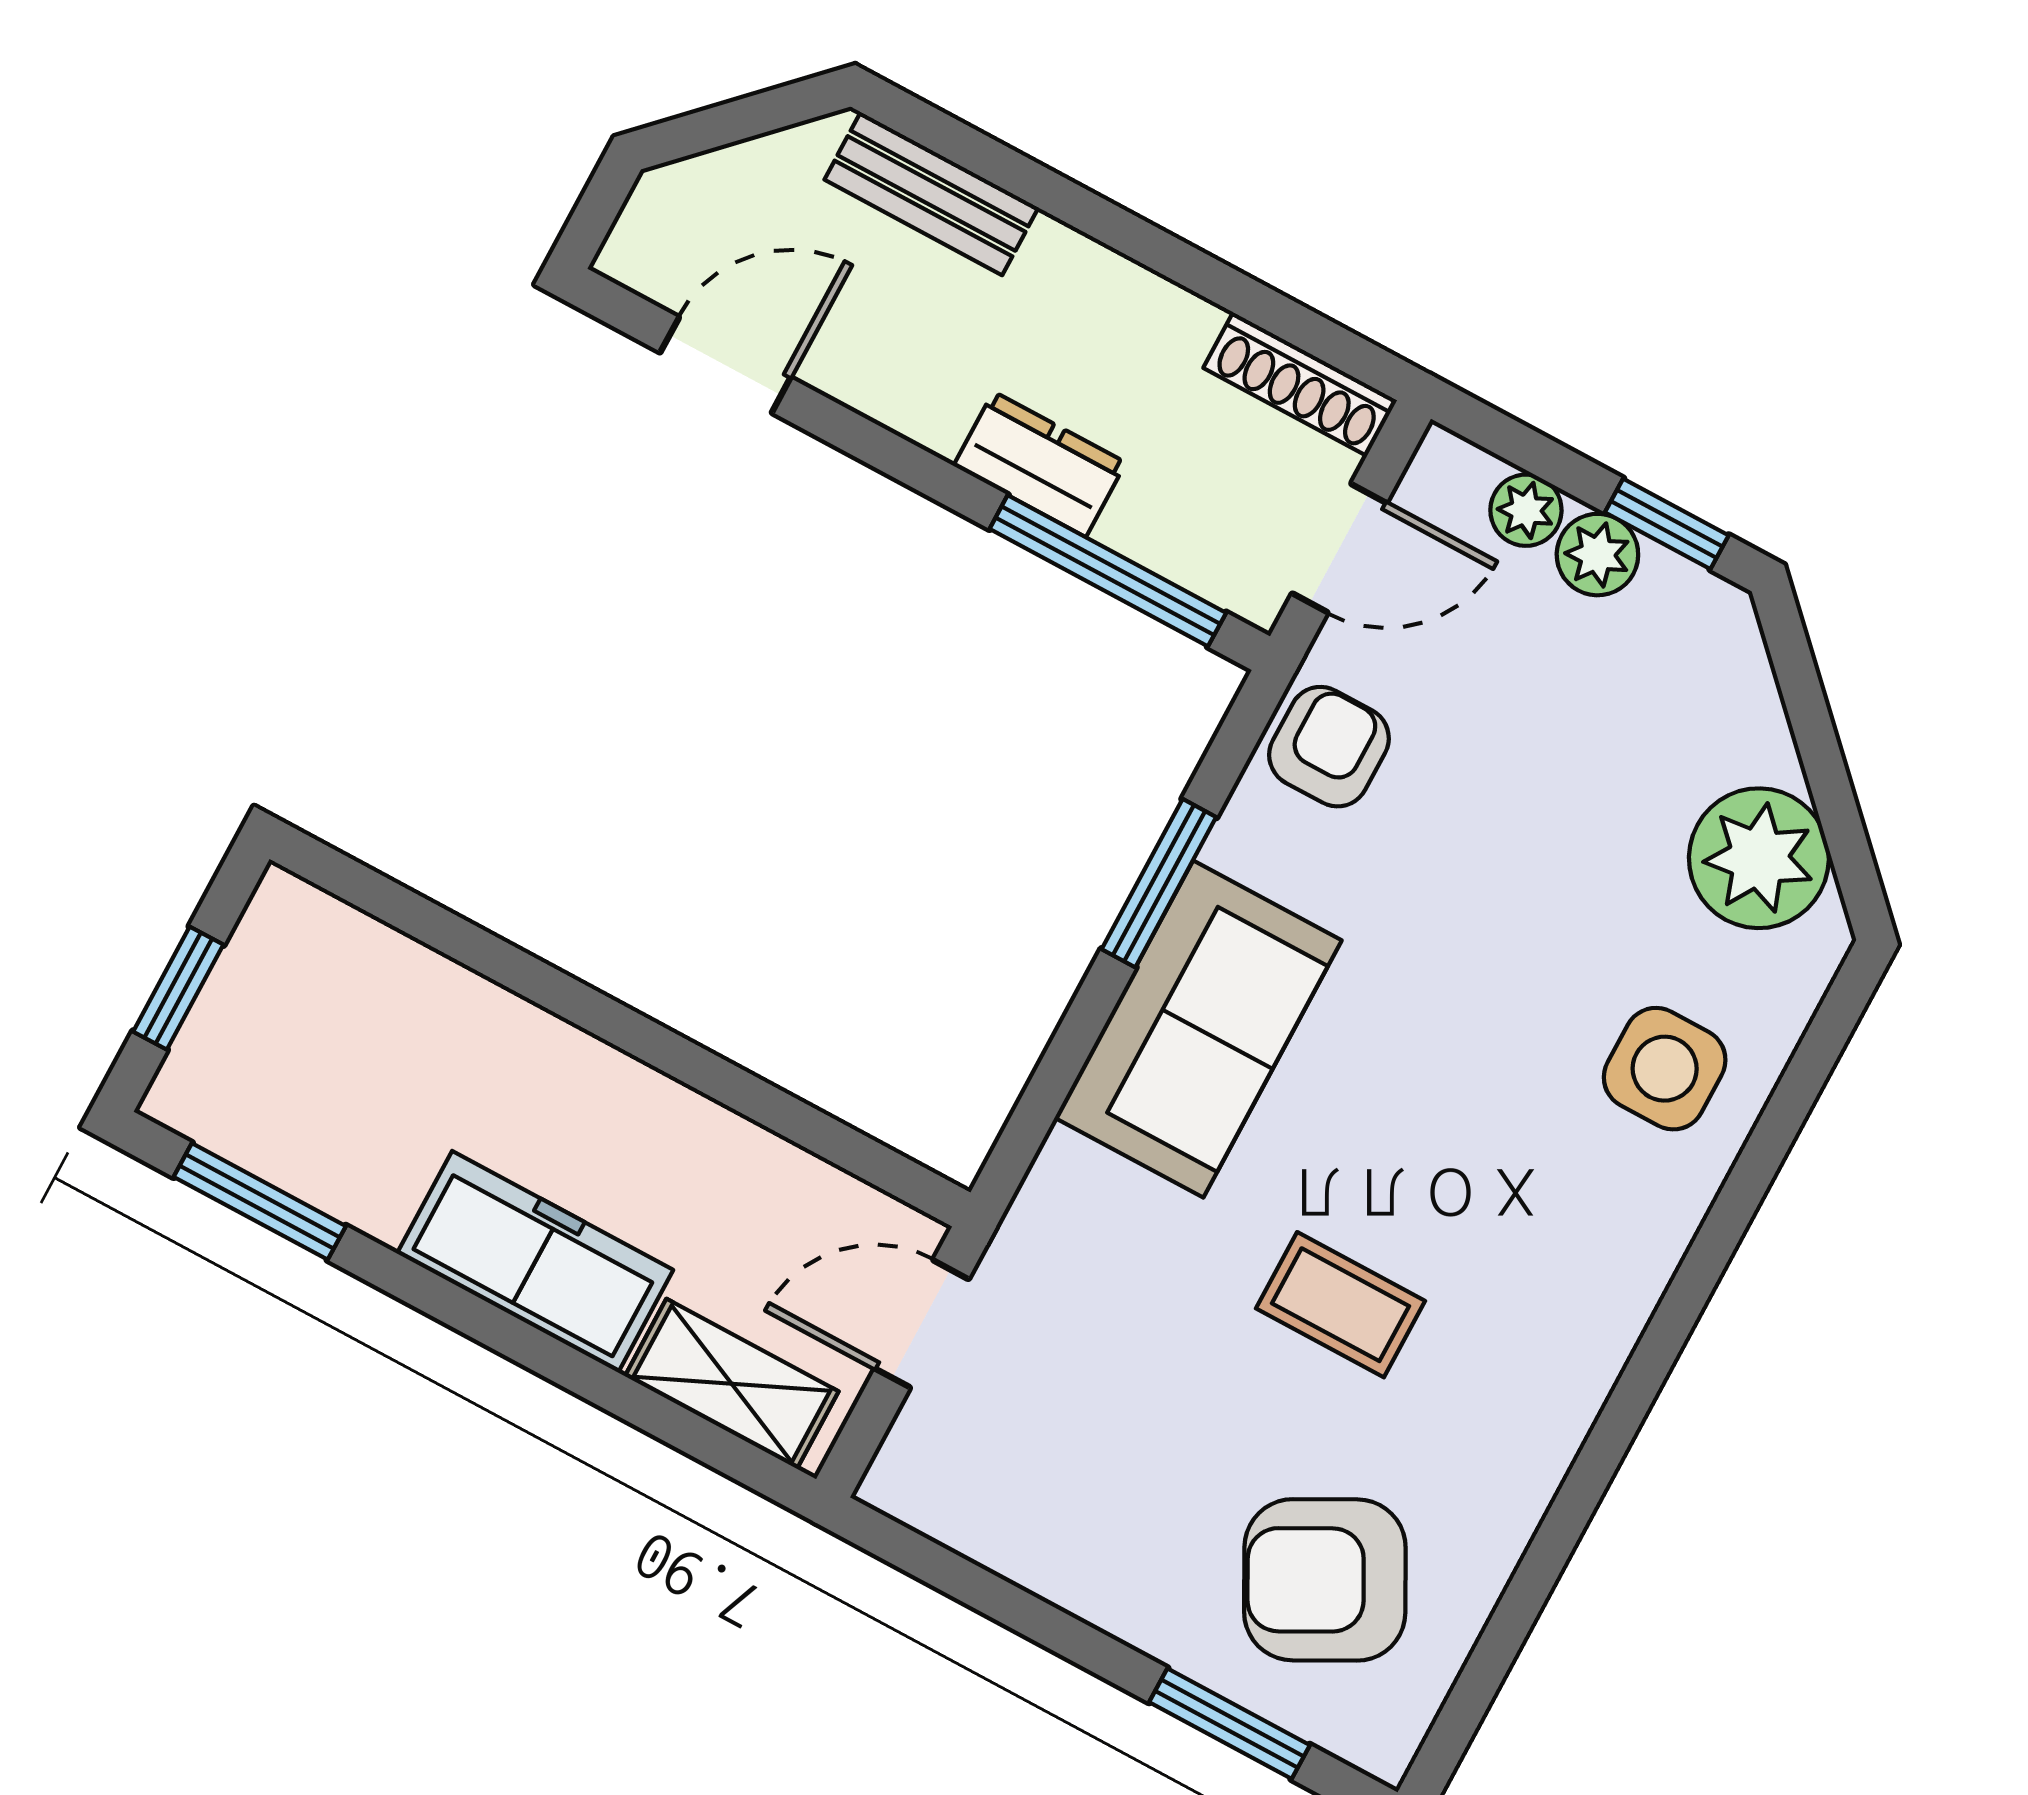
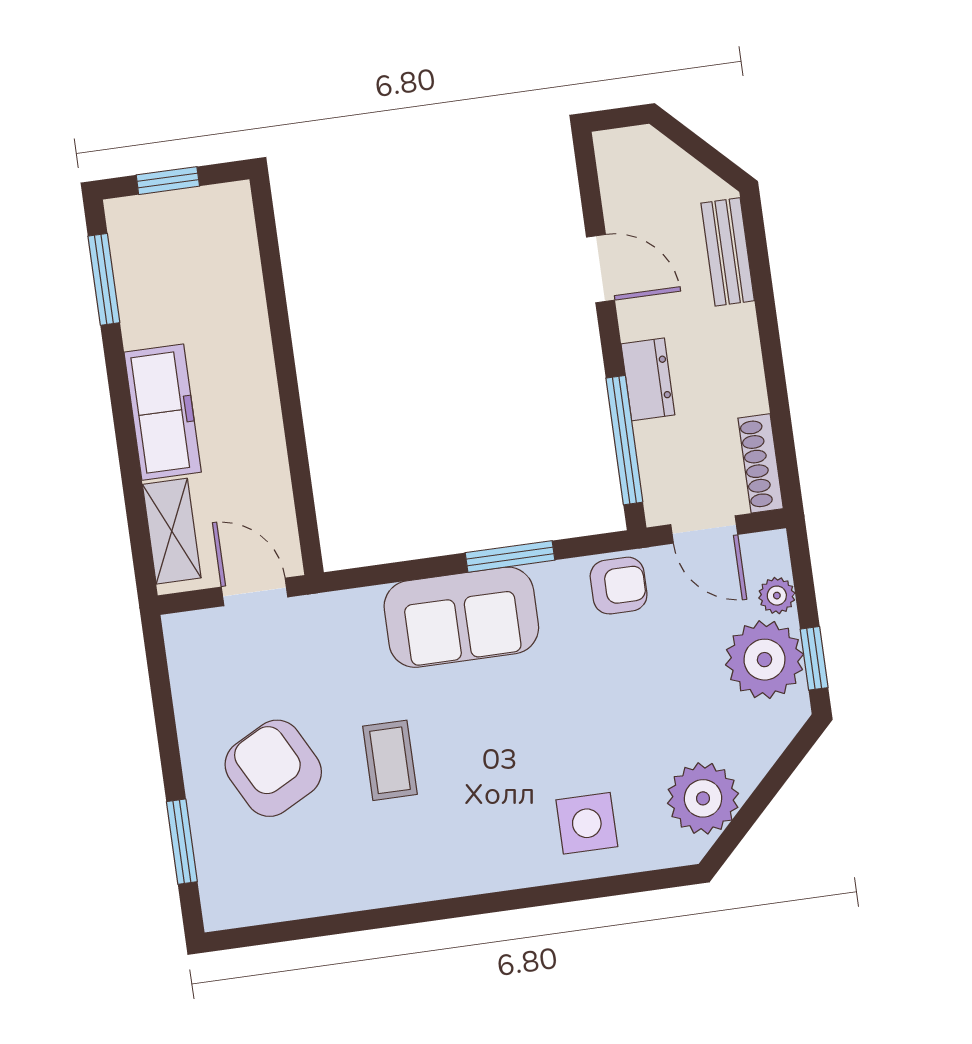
door: (725, 365) -> (601, 269), moved
plant: (1597, 555) -> (764, 660), width x1.88, depth x1.88
armchair: (1325, 1580) -> (273, 768), moved

